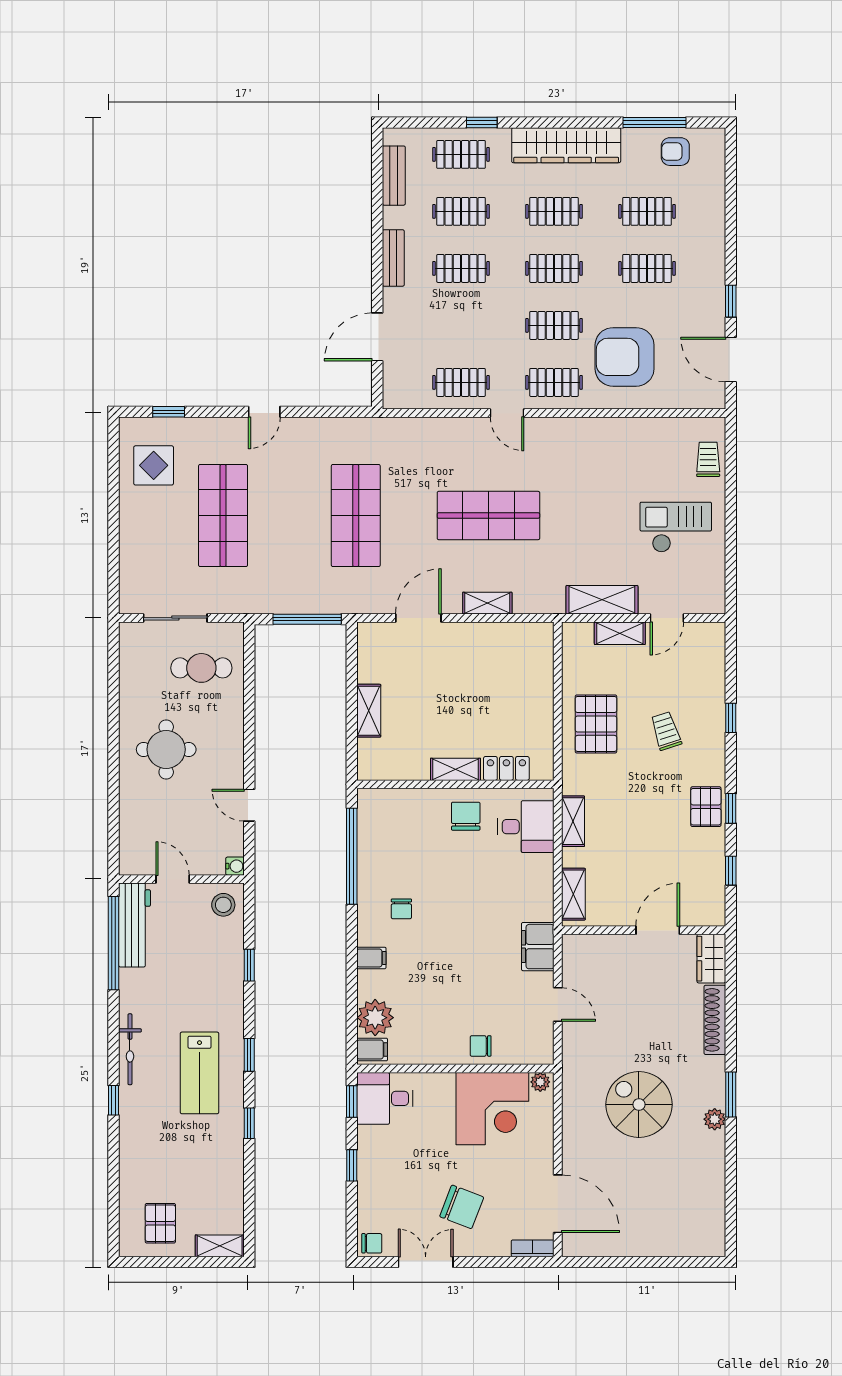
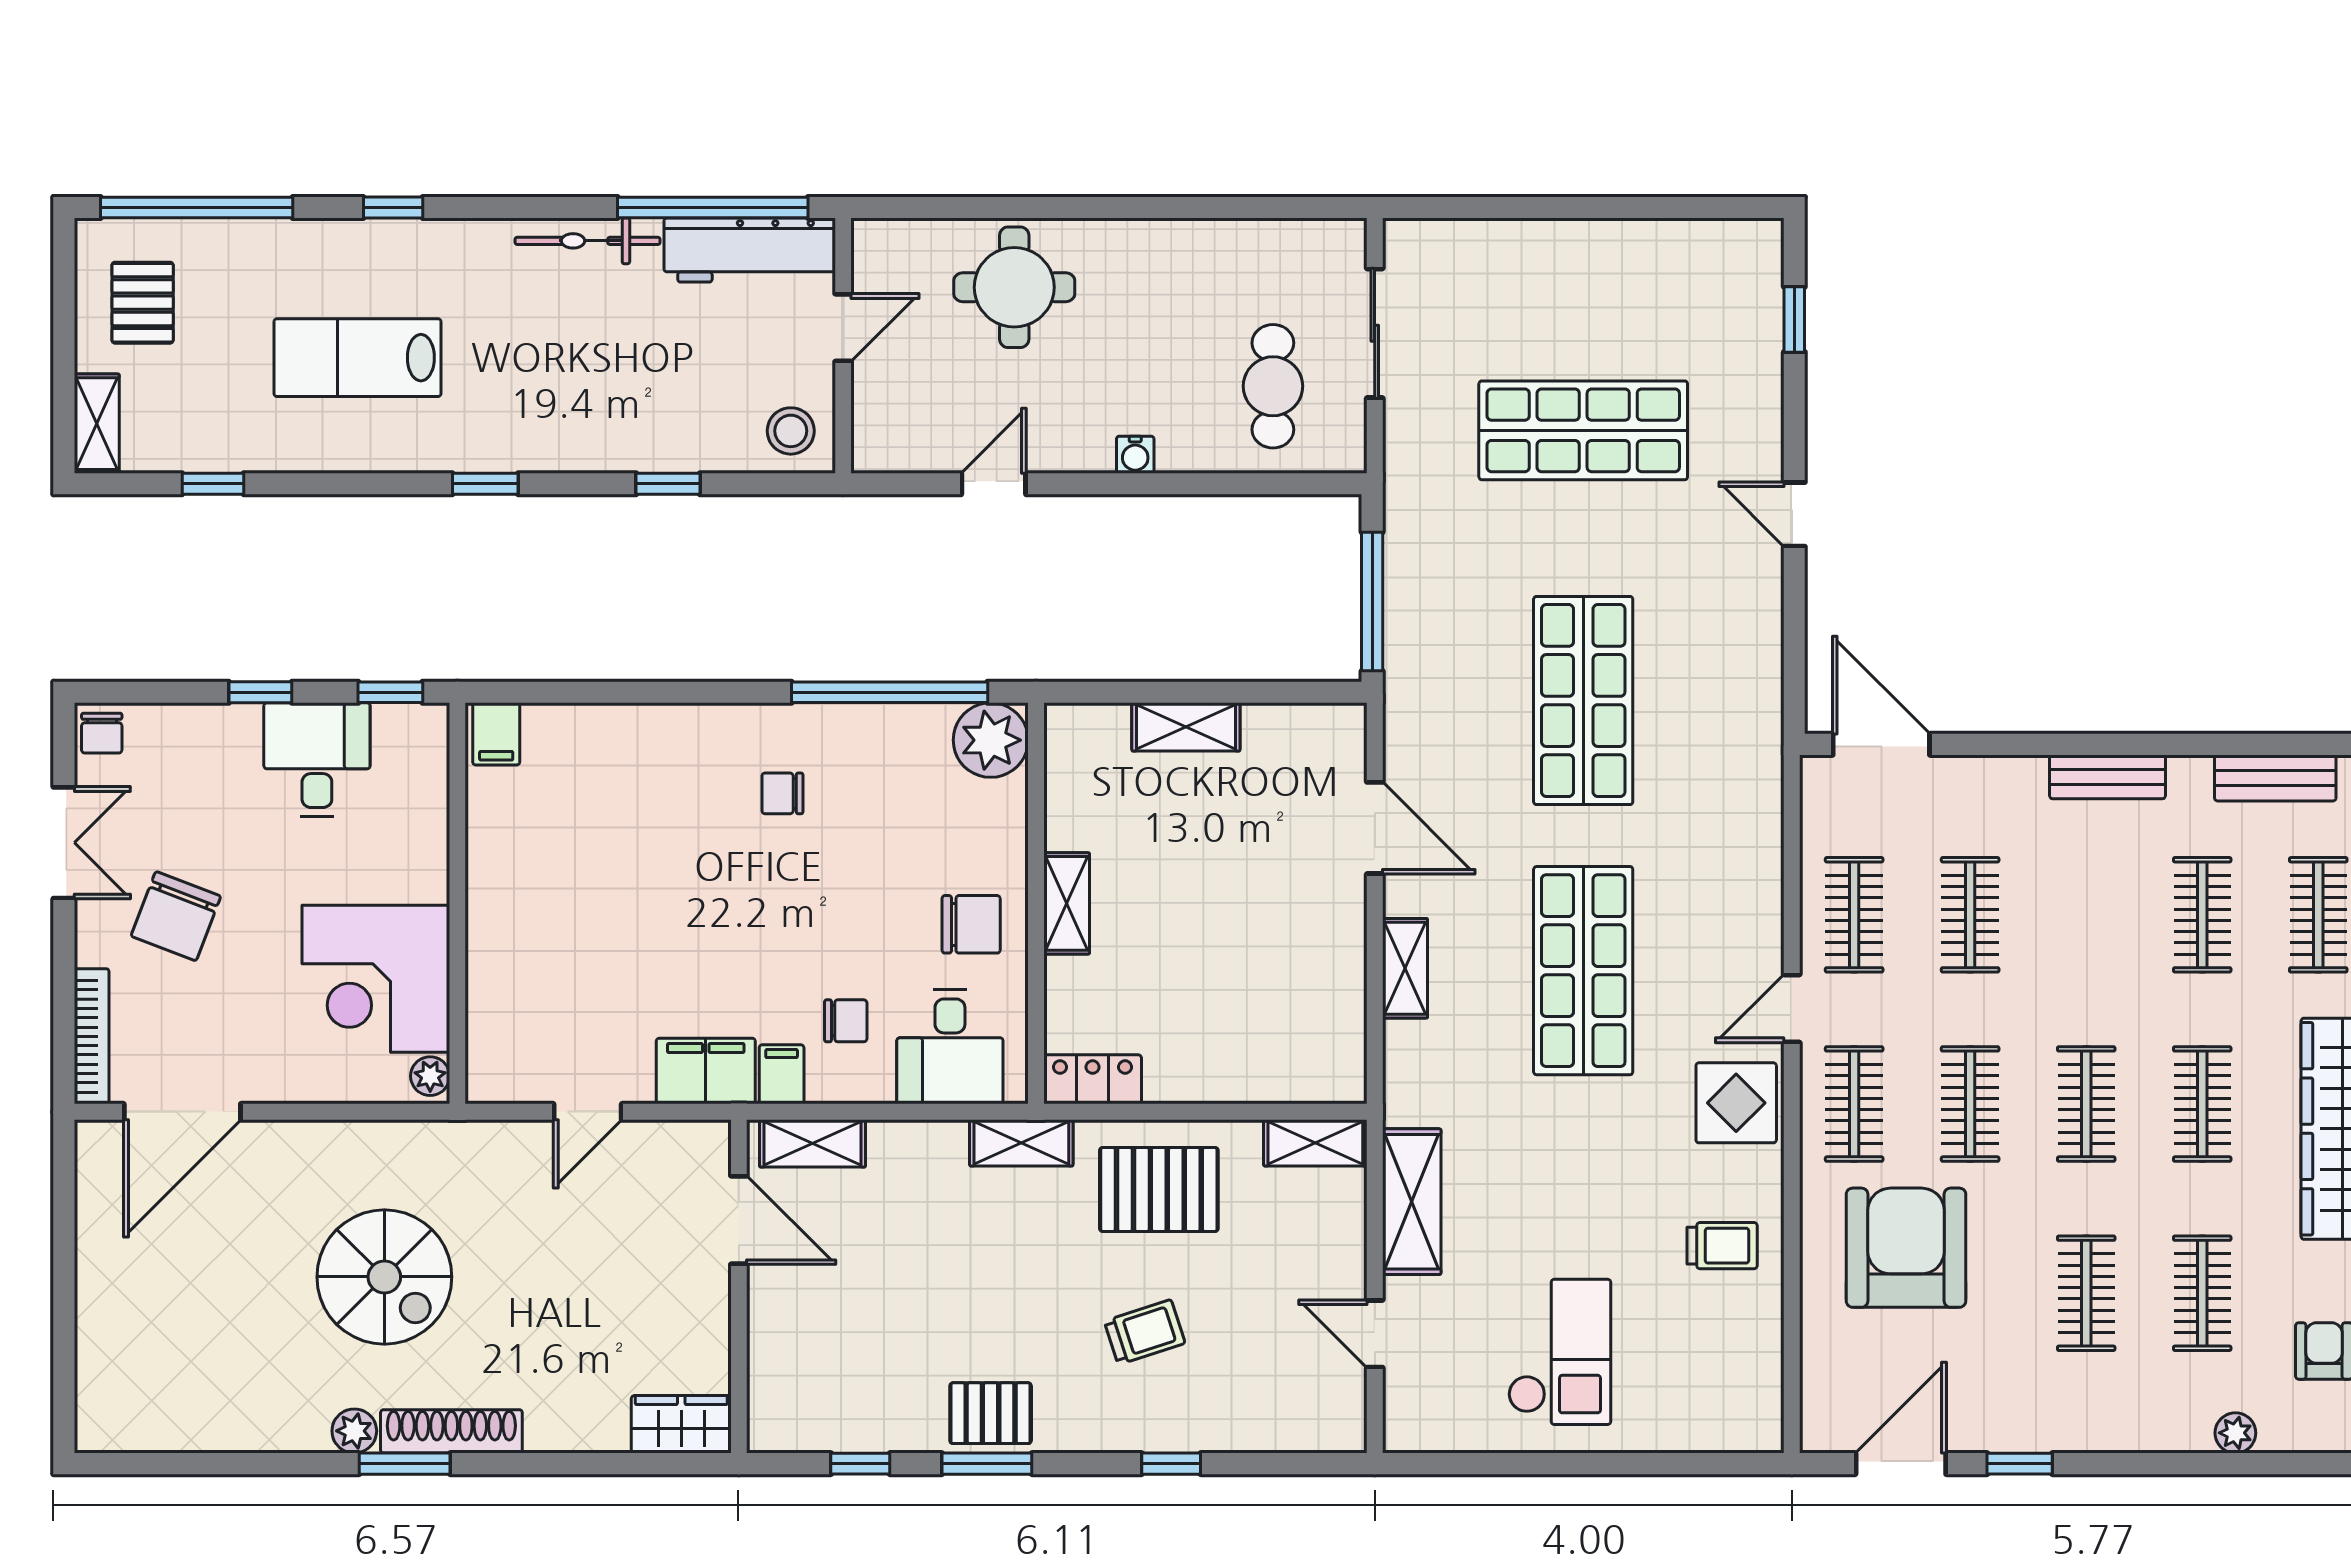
plant: (716, 195) -> (2235, 1433), added
clothes rail: (461, 268) -> (1970, 915), moved
door: (377, 337) -> (1881, 744), moved
trolley: (708, 459) -> (1722, 1246), moved
display table: (154, 465) -> (1736, 1103), moved
shop shelf: (356, 516) -> (1583, 700), turned 90
shelving: (620, 633) -> (1315, 1143), moved, turned 90
round table: (166, 749) -> (1014, 287), moved
locker: (506, 768) -> (1093, 1079), moved, turned -90
window: (731, 808) -> (987, 1464), width x1.50
shelving: (573, 821) -> (1021, 1143), moved
water cooler: (235, 866) -> (1135, 455), moved
door: (658, 930) -> (739, 1220), moved
filing cabinet: (371, 958) -> (782, 1074), moved, turned 180
plant: (375, 1018) -> (991, 740), moved
shoe rack: (715, 1020) -> (451, 1431), moved
chair: (481, 1046) -> (846, 1021), moved, turned 90
bicycle: (130, 1049) -> (588, 241), moved
lab bench: (199, 1073) -> (358, 358), moved
desk: (385, 1098) -> (317, 760), moved
spiral stairs: (639, 1104) -> (384, 1277), turned 90
window: (249, 1123) -> (213, 484), moved
window: (114, 1197) -> (197, 208), added
pallet: (160, 1223) -> (143, 303), turned 90
bookcase: (533, 1248) -> (92, 1036), width x1.56

